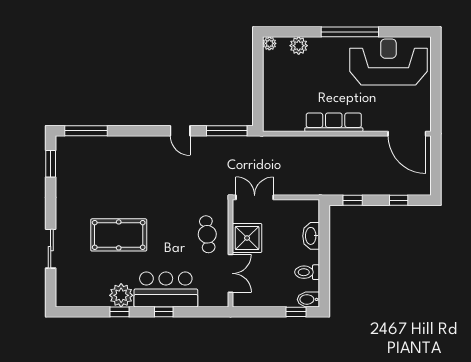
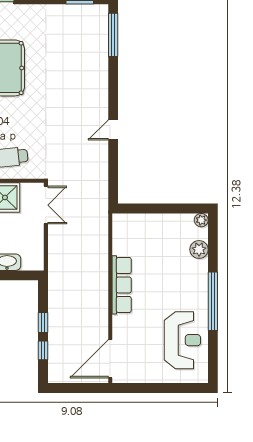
reception desk: (388, 62) -> (182, 340), width x0.74, depth x0.77
window: (227, 131) -> (113, 177), removed
window: (353, 200) -> (43, 323), moved

